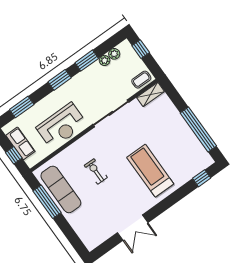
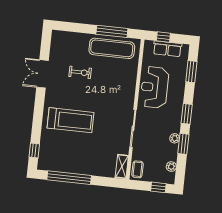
plant: (105, 60) -> (175, 138), moved
exercise bike: (96, 171) -> (80, 72), moved

